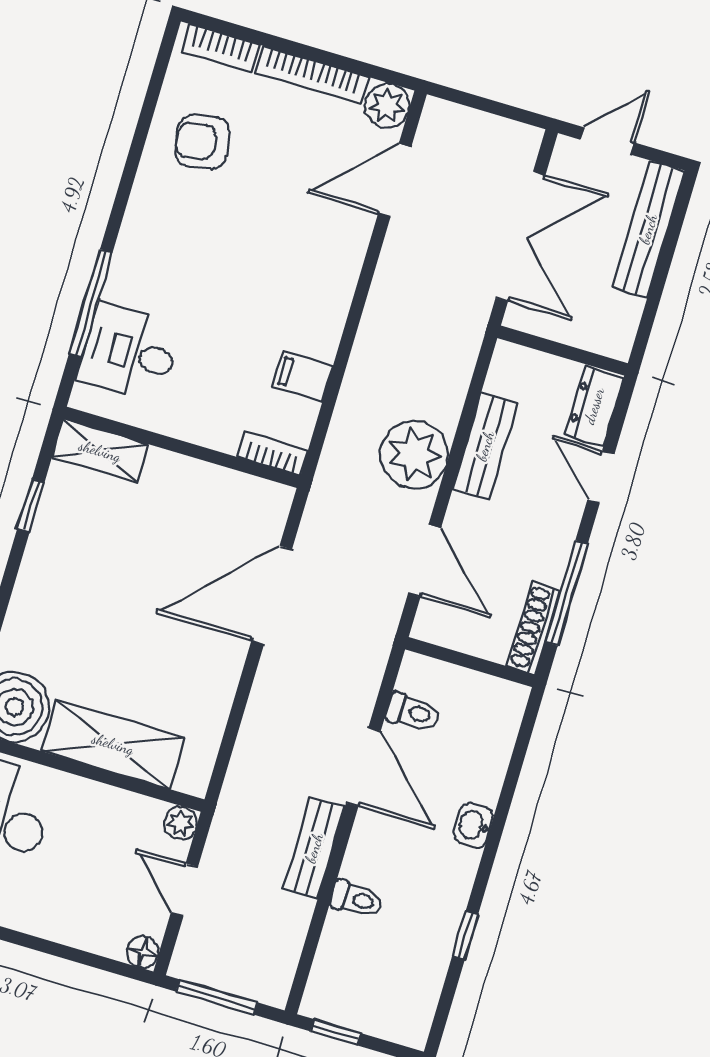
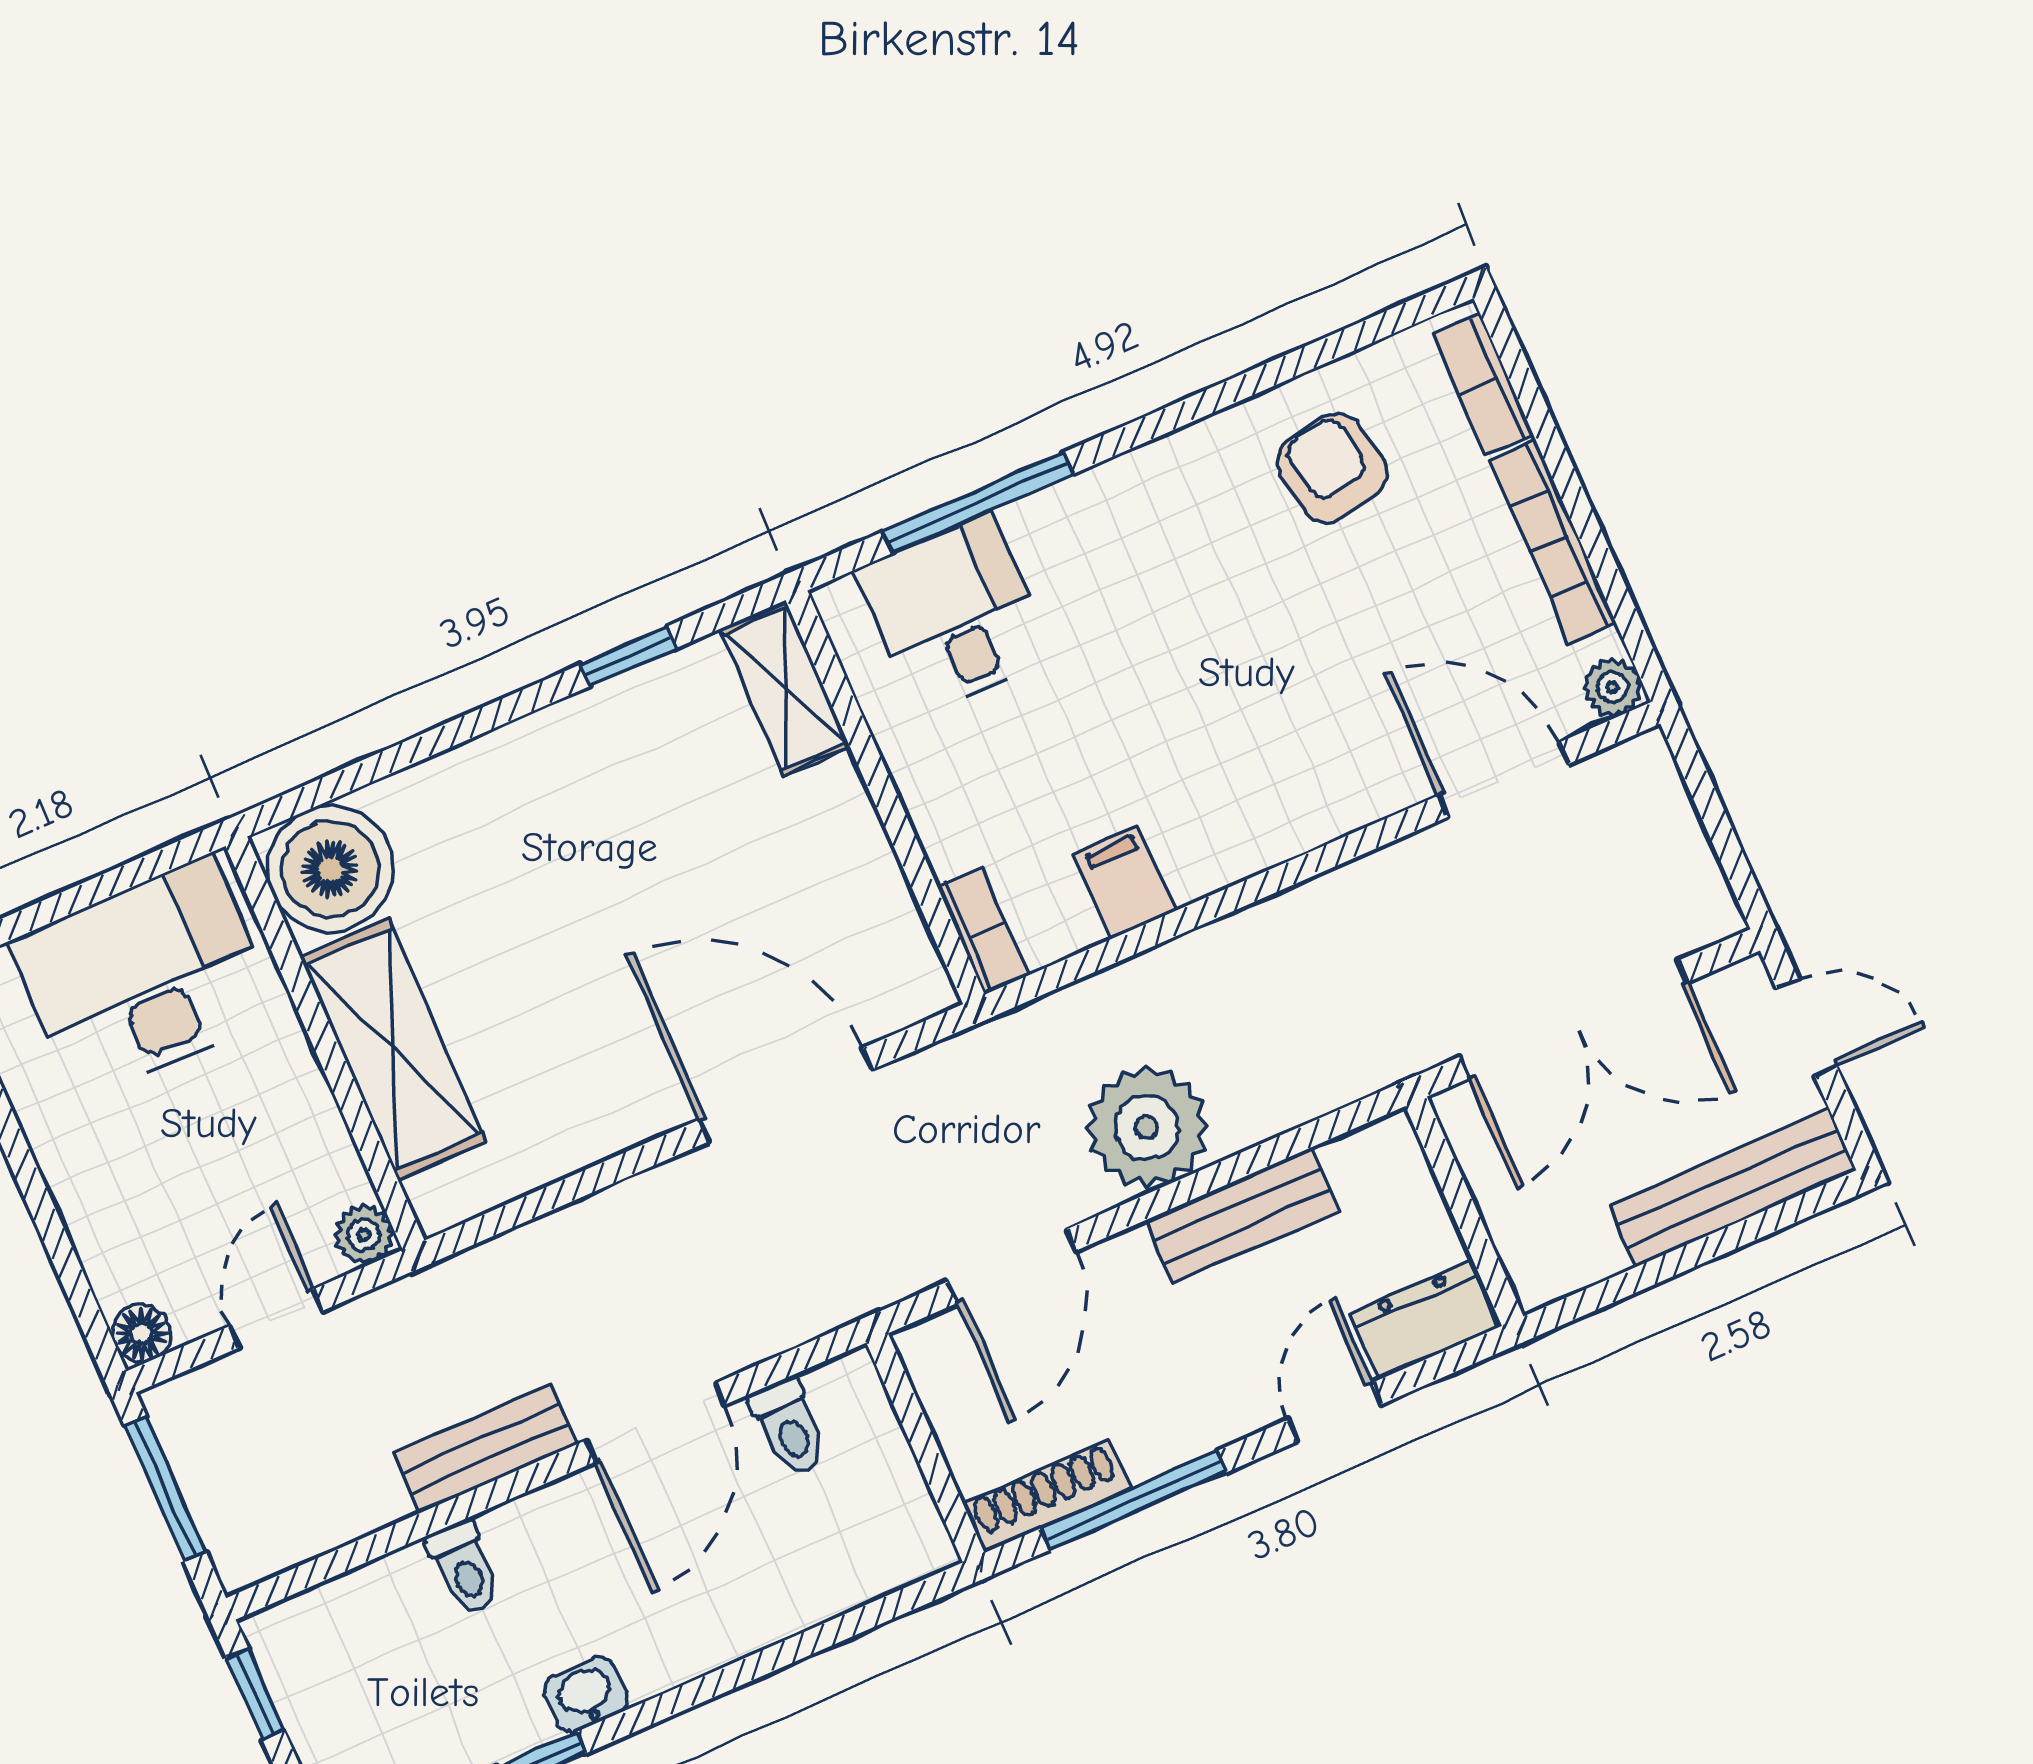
plant: (387, 105) -> (1613, 687), width x0.73, depth x0.73
washbasin: (473, 825) -> (586, 1695), moved

